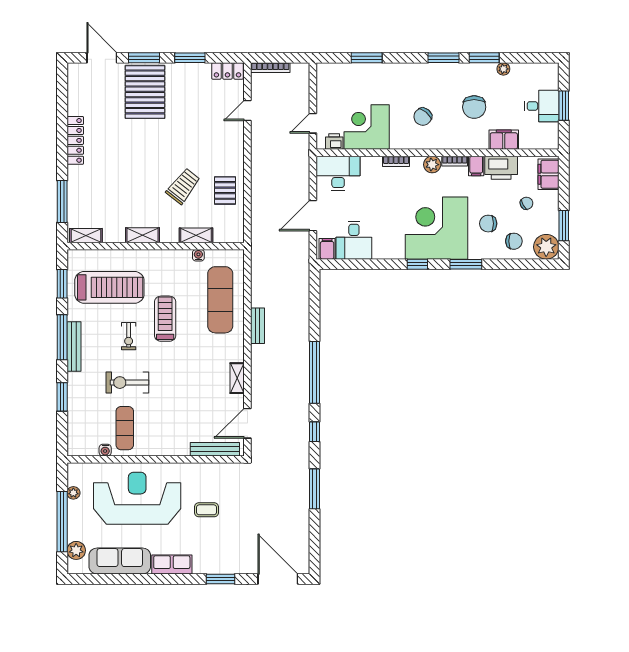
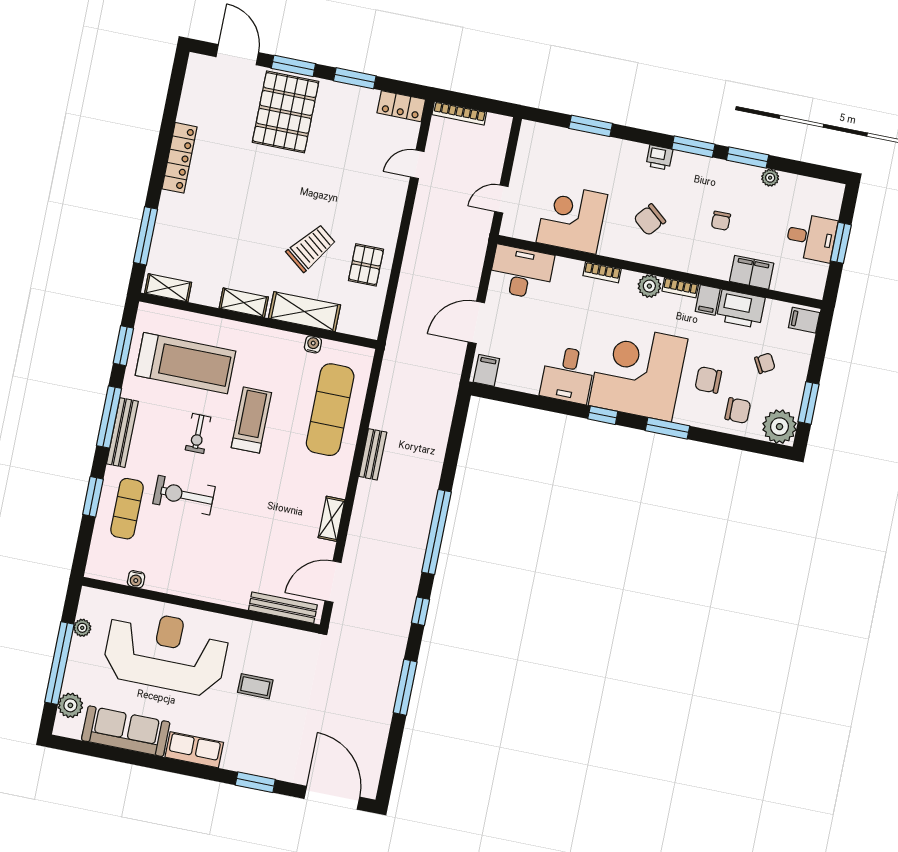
chair: (474, 107) -> (721, 221), width x0.54, depth x0.54
printer: (334, 142) -> (659, 158), moved, turned 180
filing cabinet: (549, 174) -> (804, 320), width x0.50
shelving: (196, 235) -> (305, 312), width x1.50, depth x1.33
desk: (354, 240) -> (568, 375), moved
exercise mat: (125, 428) -> (127, 509), moved

